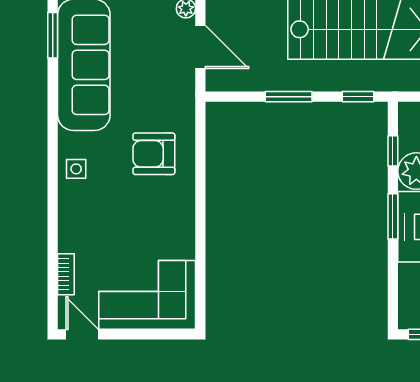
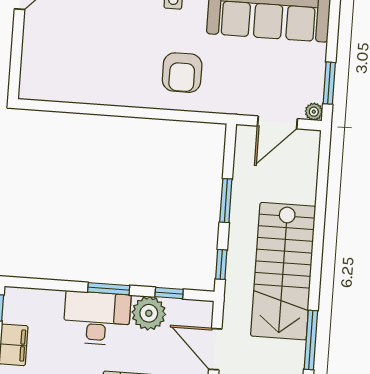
armchair: (154, 154) -> (182, 73), turned 180
corner sofa: (147, 295) -> (53, 57), removed

